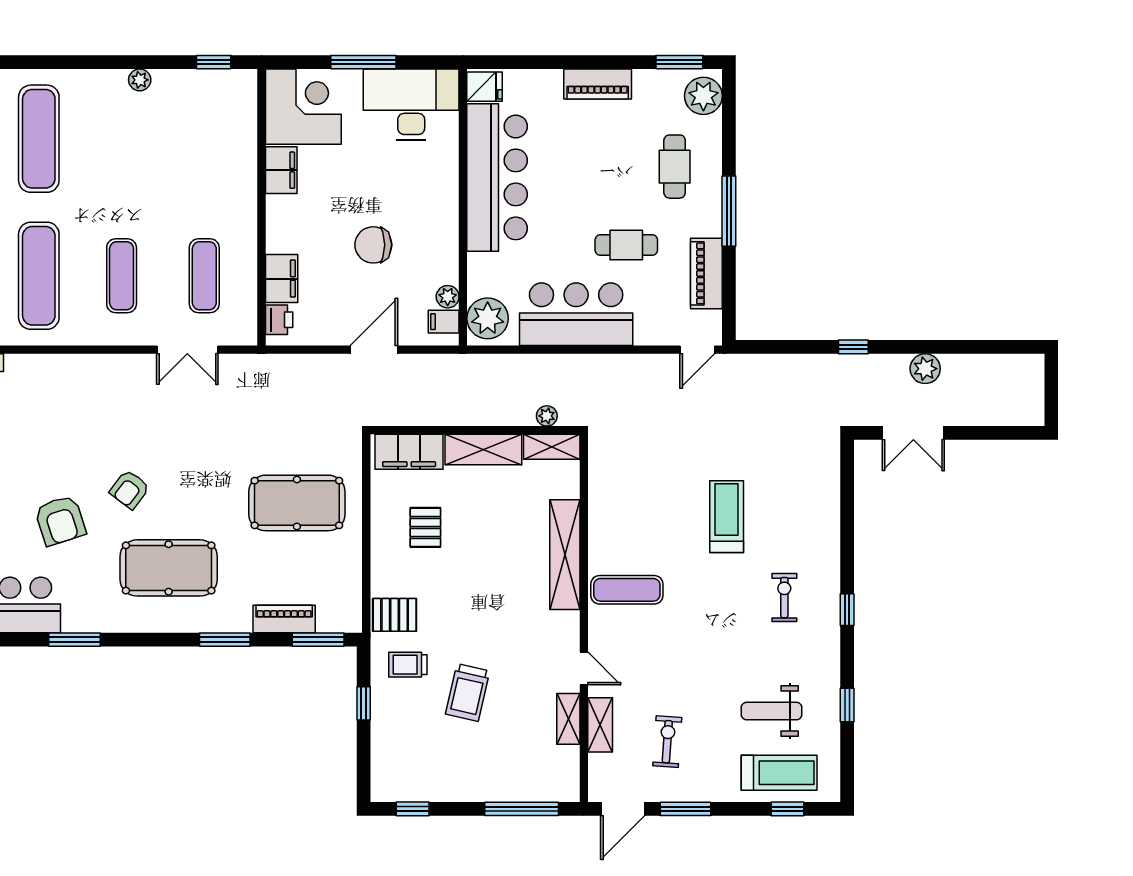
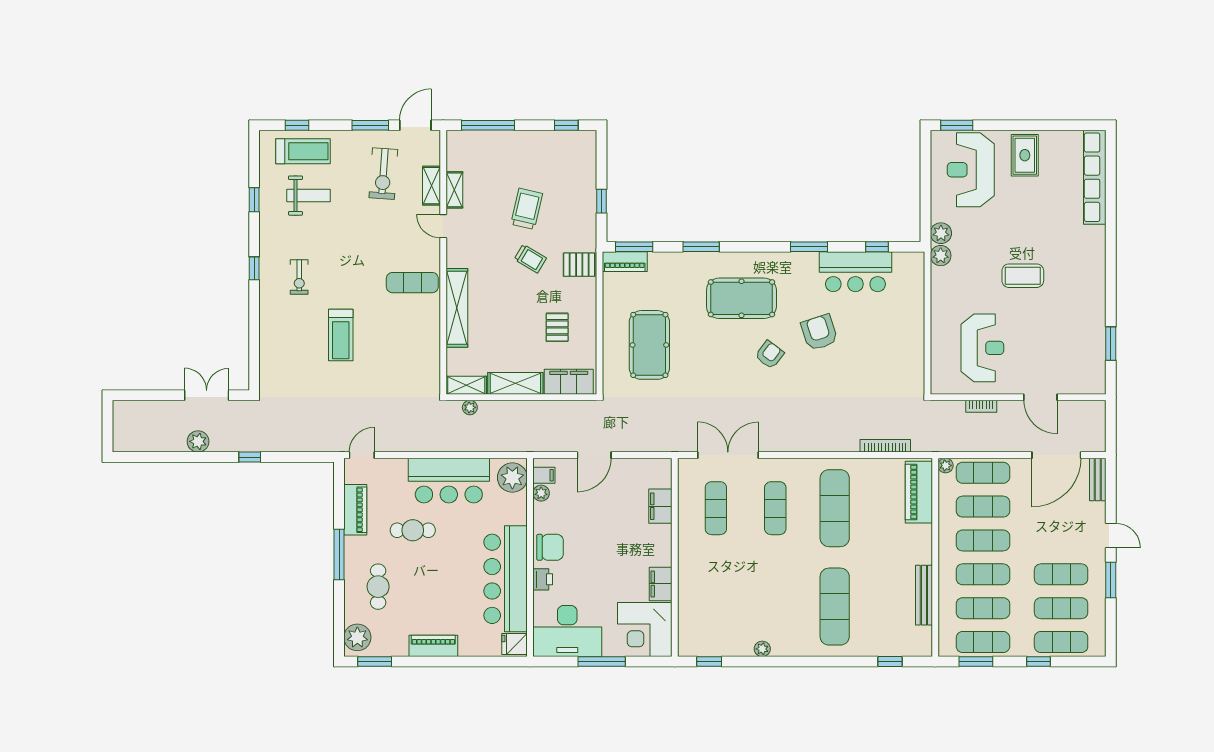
chair: (373, 245) -> (550, 547), moved
printer: (279, 320) -> (543, 579), moved, turned 180
double door: (187, 350) -> (728, 455), width x1.37
pool table: (297, 503) -> (649, 345), turned 90
piano: (284, 619) -> (625, 262), moved
trolley: (408, 665) -> (530, 259), moved, turned 31
exercise bike: (667, 742) -> (383, 174), width x1.38, depth x1.39
treadmill: (779, 773) -> (303, 151), turned 180

